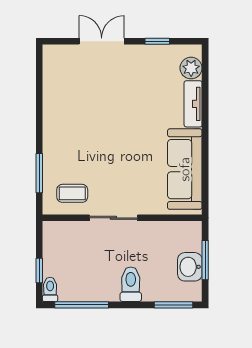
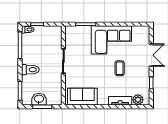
corner sofa: (71, 122) -> (111, 40), added
sofa: (185, 169) -> (82, 97), width x0.73
coffee table: (72, 193) -> (120, 68), moved

